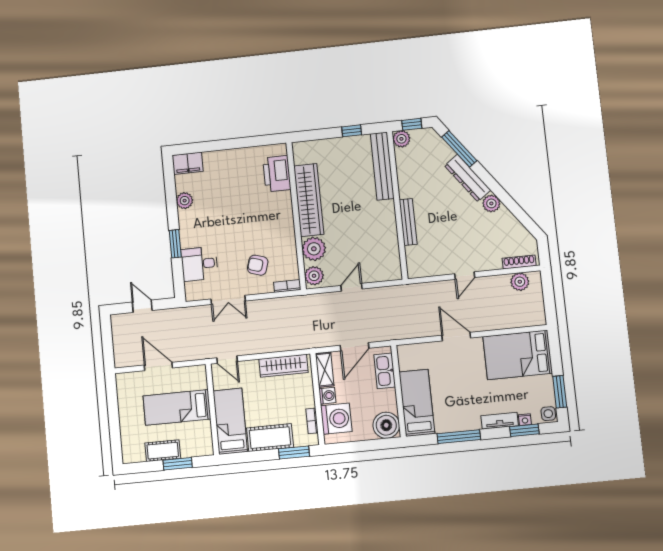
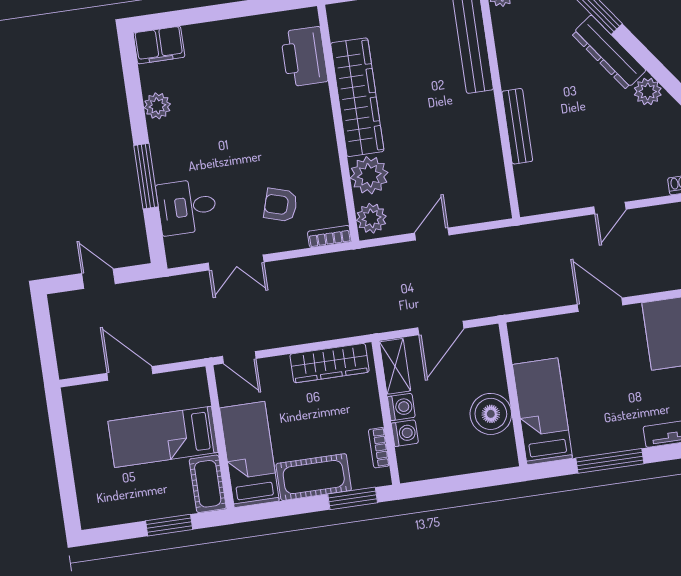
window: (175, 244) -> (146, 176), width x1.44
kitchen sink: (385, 371) -> (490, 364), removed
washing machine: (336, 419) -> (405, 433), width x0.53, depth x0.53
boiler: (386, 425) -> (491, 414), moved
cot: (163, 451) -> (208, 484), moved, turned 90

